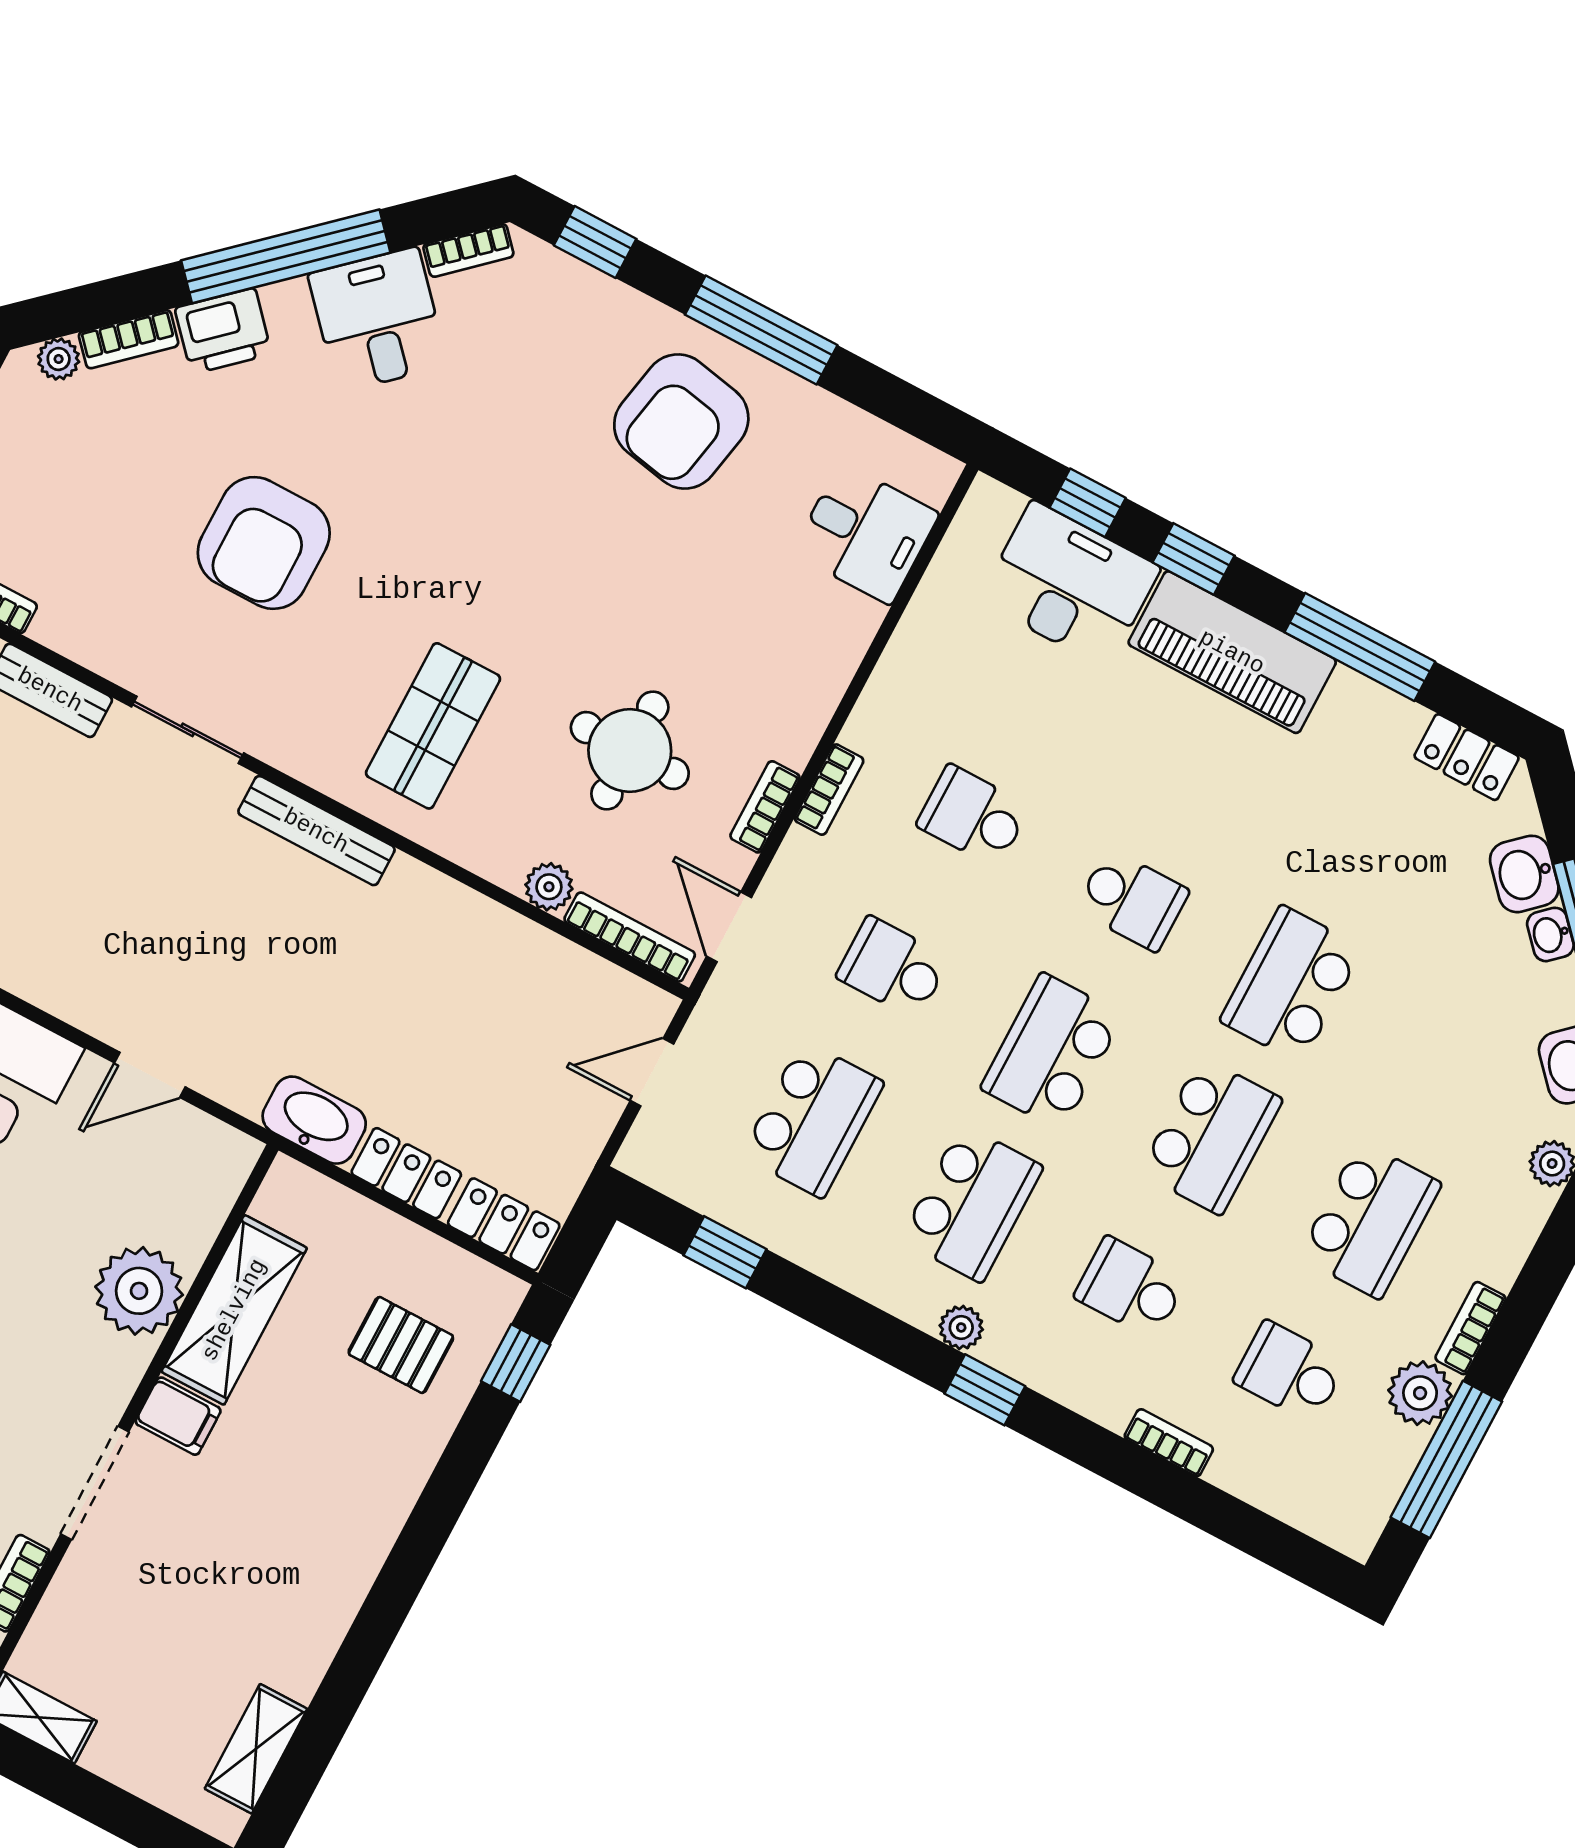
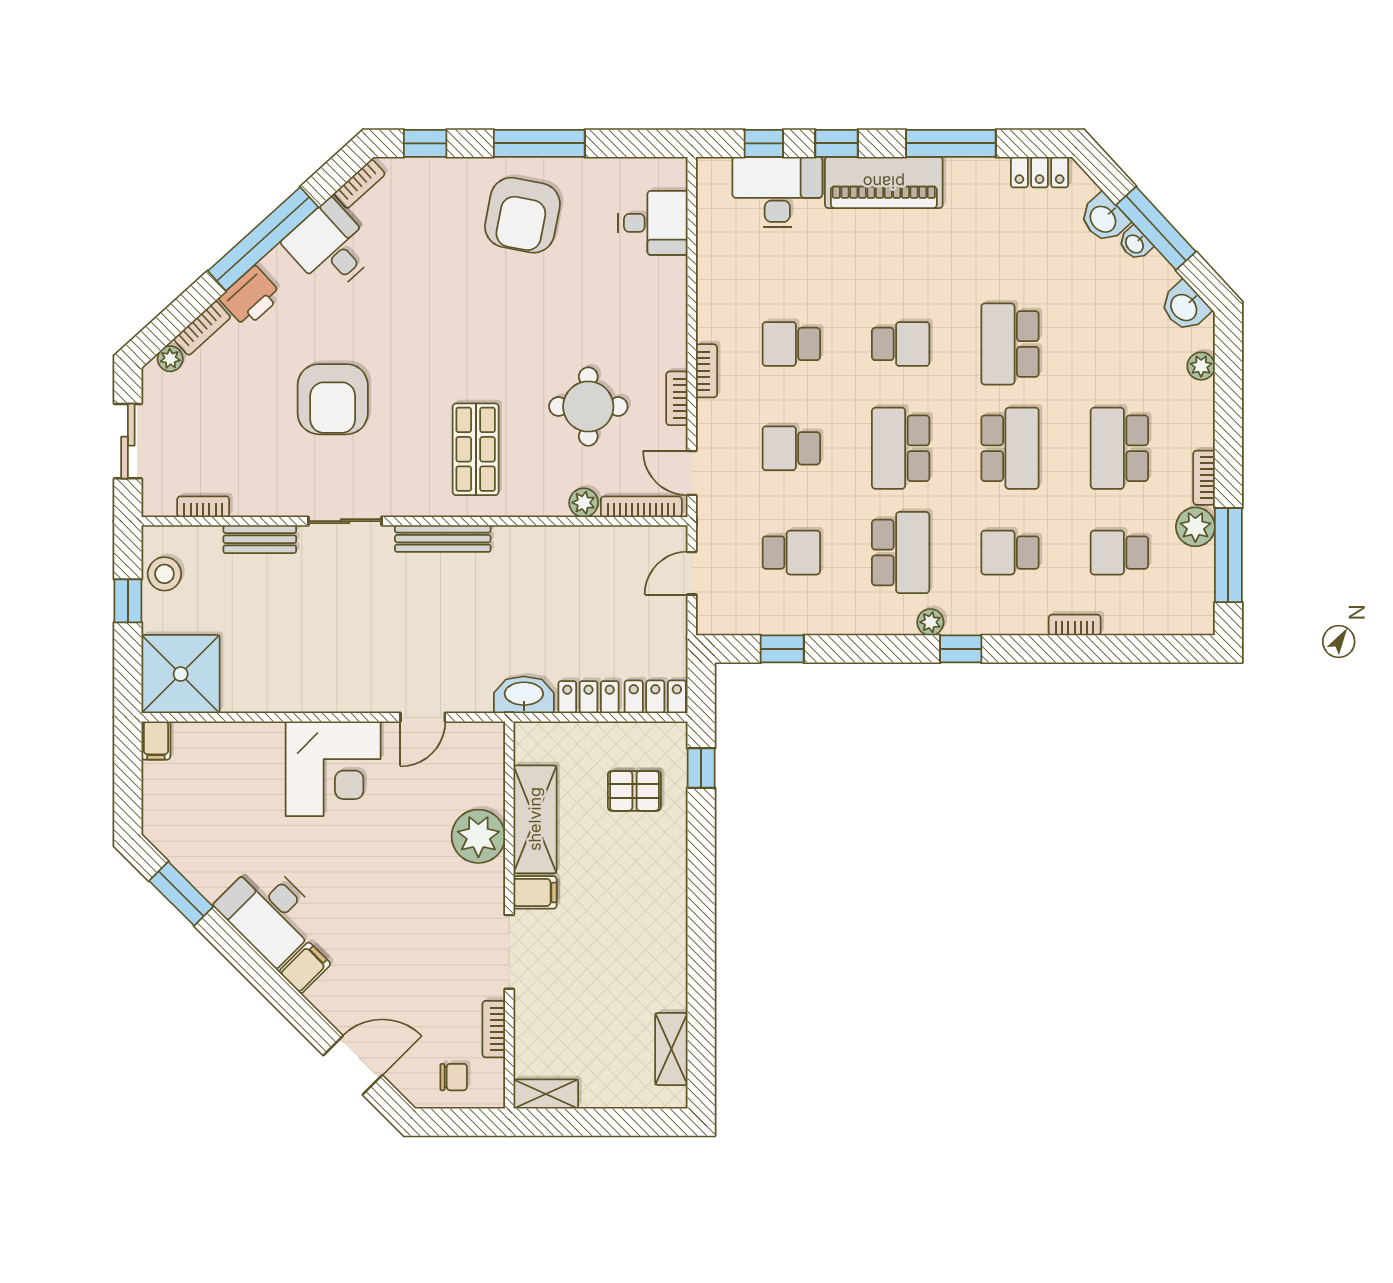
school desk: (813, 1119) -> (791, 553), width x0.54
school desk: (1370, 1220) -> (1119, 448), turned 180

